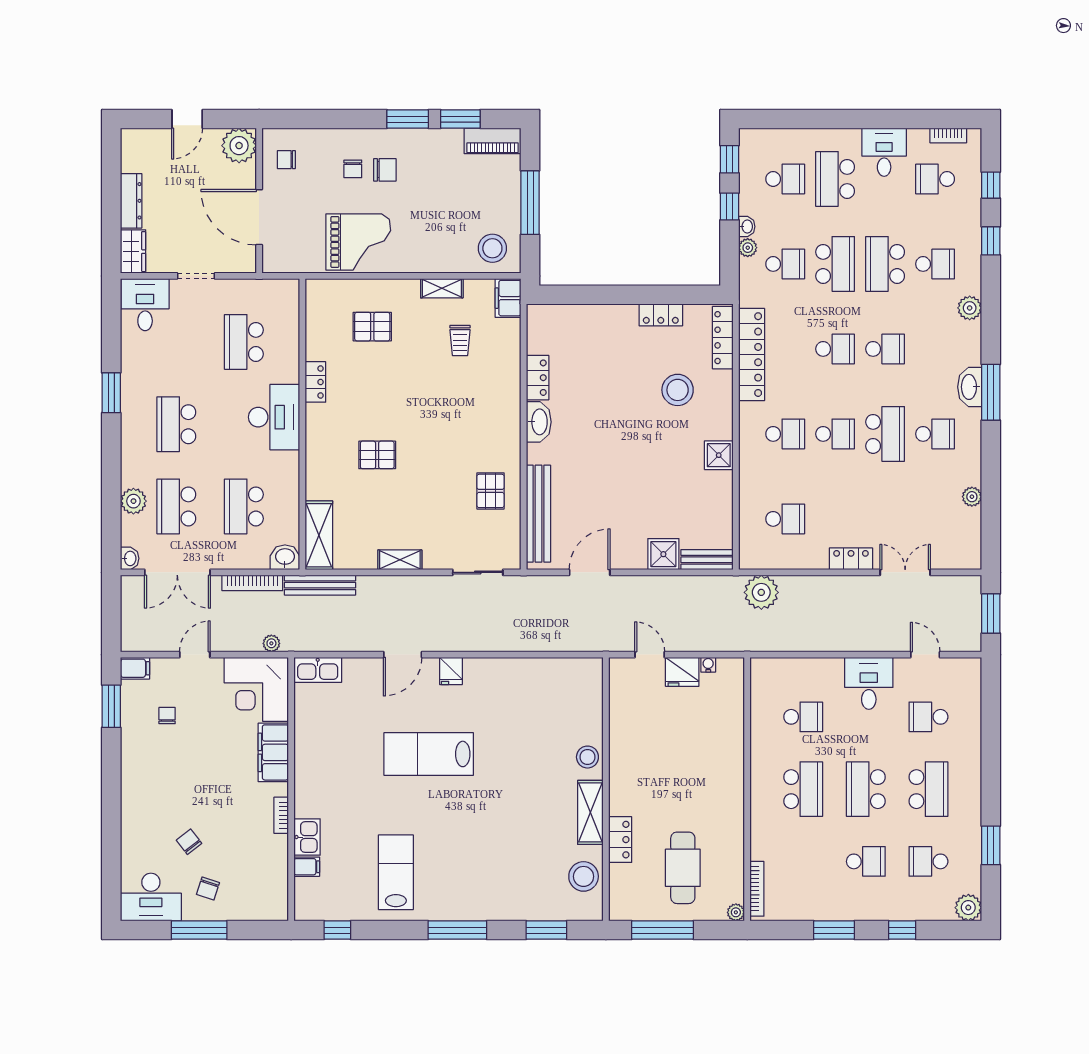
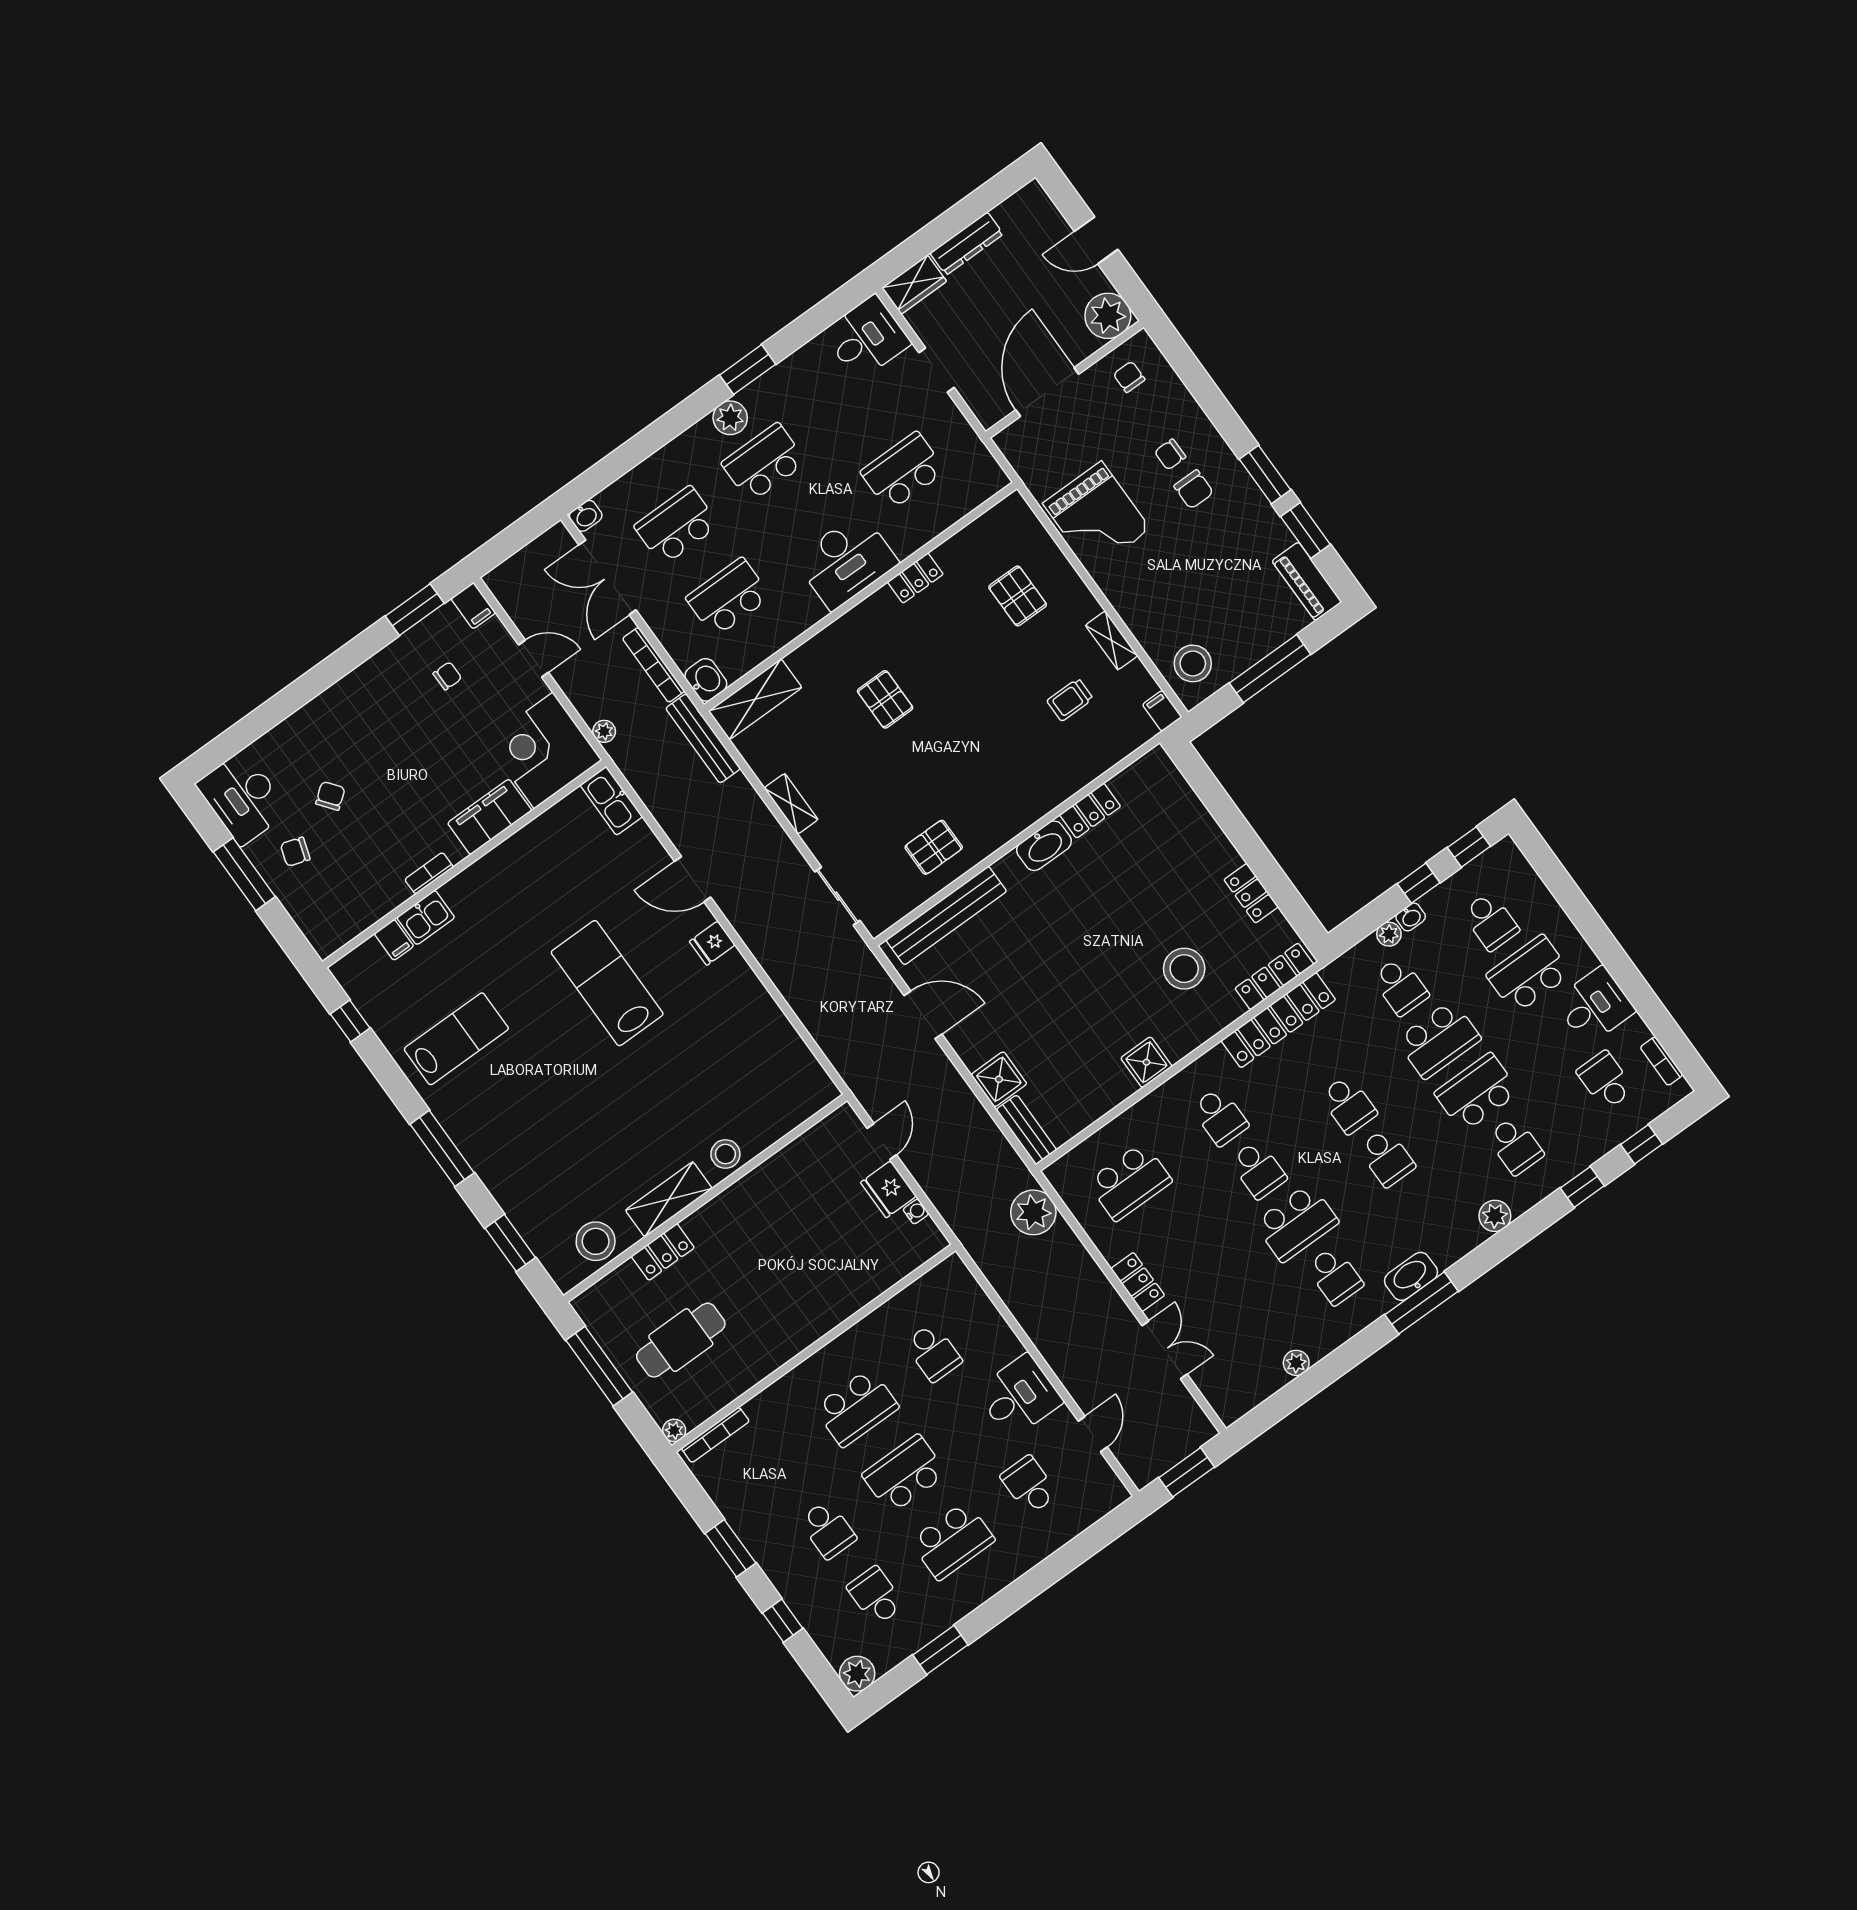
filing cabinet: (508, 298) -> (1162, 711), width x0.50
plant: (133, 501) -> (730, 418), moved
school desk: (785, 519) -> (1130, 1182), width x1.85

